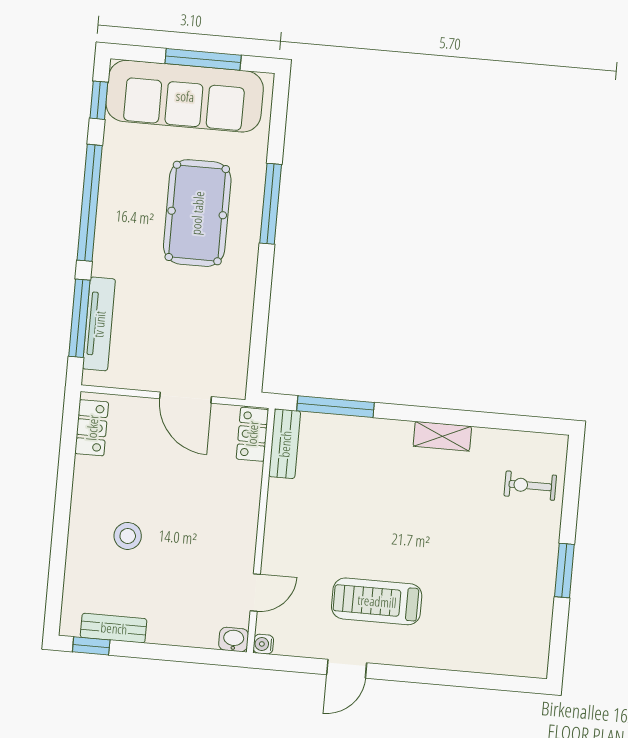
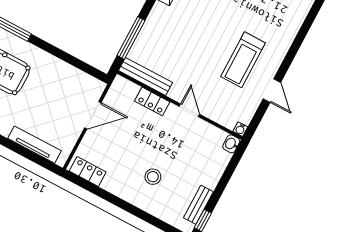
window: (79, 318) -> (27, 154), removed
locker: (252, 434) -> (152, 101), moved
bench: (285, 444) -> (146, 77), width x1.36
door: (255, 592) -> (189, 110), moved

